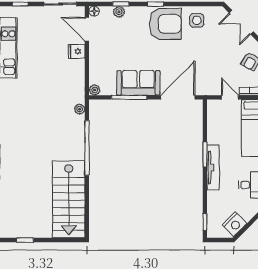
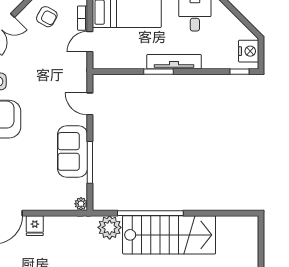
door: (178, 97) -> (90, 104), width x0.53
plant: (80, 109) -> (110, 227), width x1.88, depth x1.88
stairs: (69, 199) -> (169, 235), moved
nightstand: (235, 224) -> (249, 51), moved, turned 45

